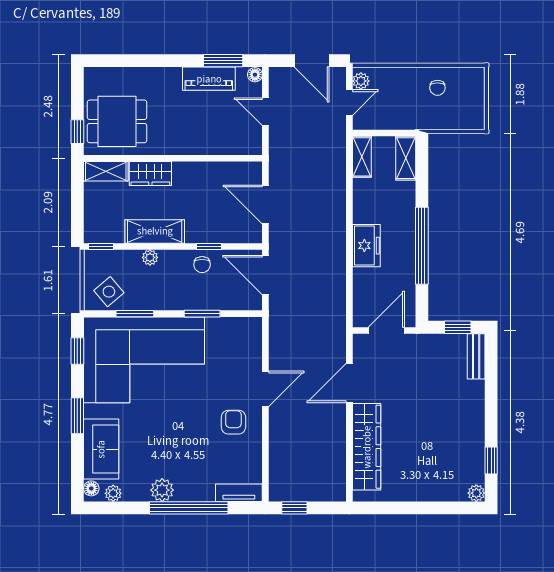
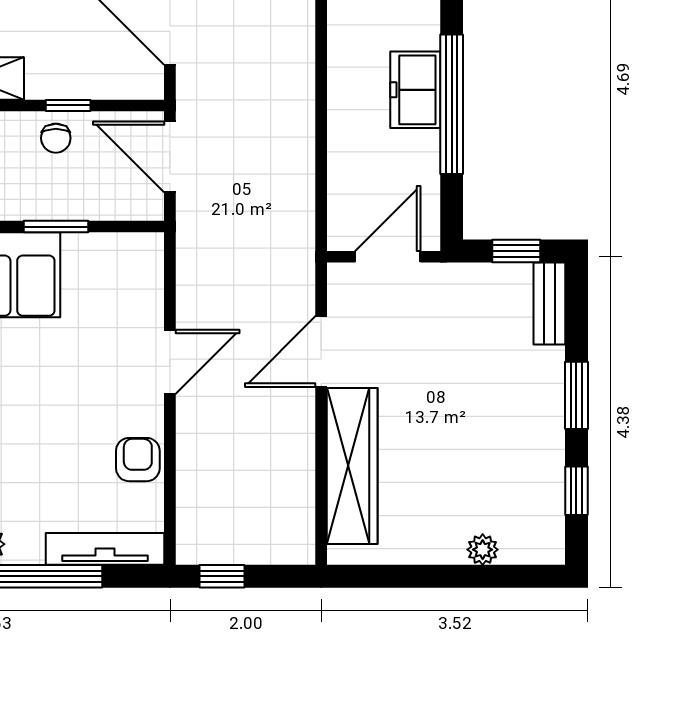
freezer: (366, 246) -> (415, 90), moved, turned 180
window: (491, 407) -> (576, 395), added
armchair: (233, 422) -> (138, 460), moved
tv unit: (239, 493) -> (105, 549), width x1.41
plant: (476, 493) -> (483, 550), moved

